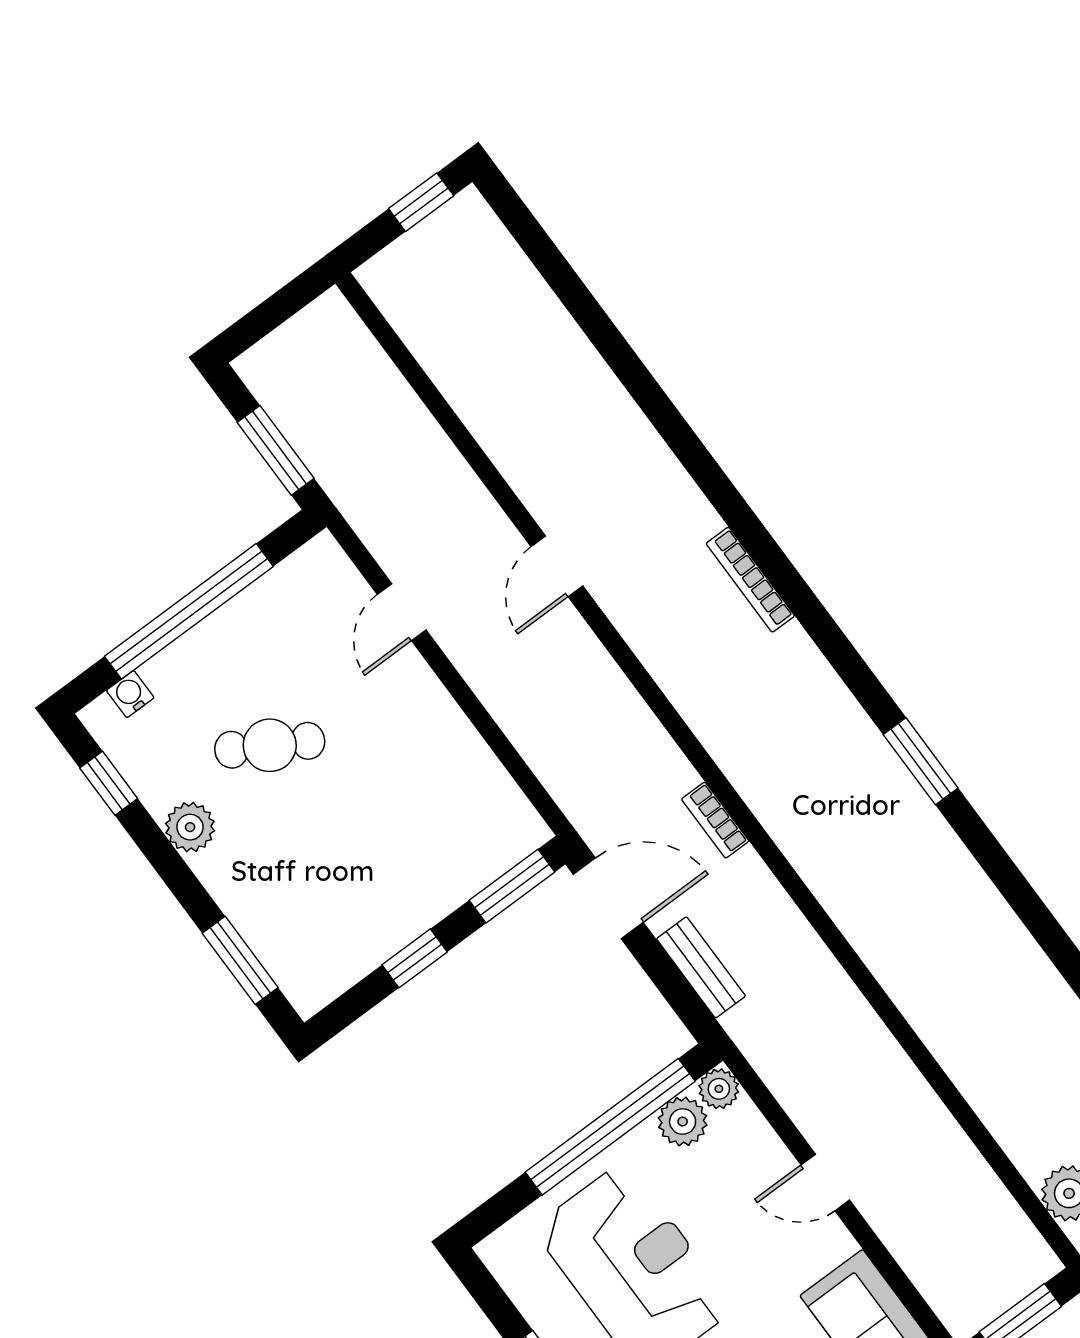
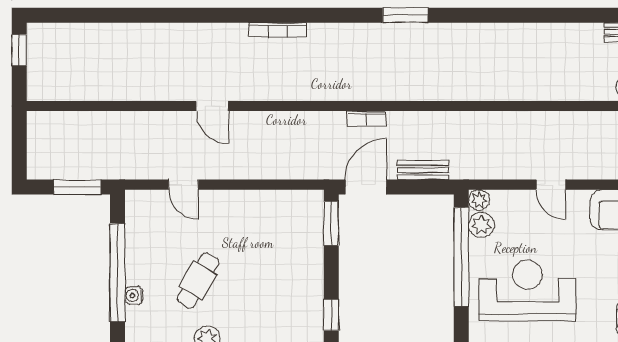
water cooler: (130, 694) -> (134, 295), moved
window: (415, 958) -> (331, 315), moved
door: (825, 1182) -> (551, 185), hinge flipped

